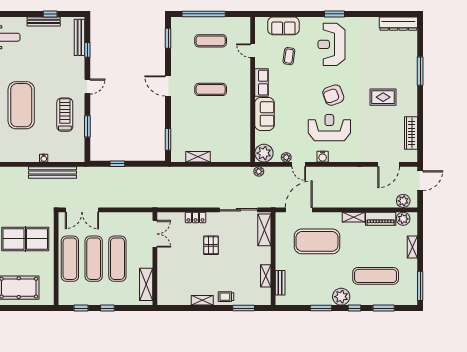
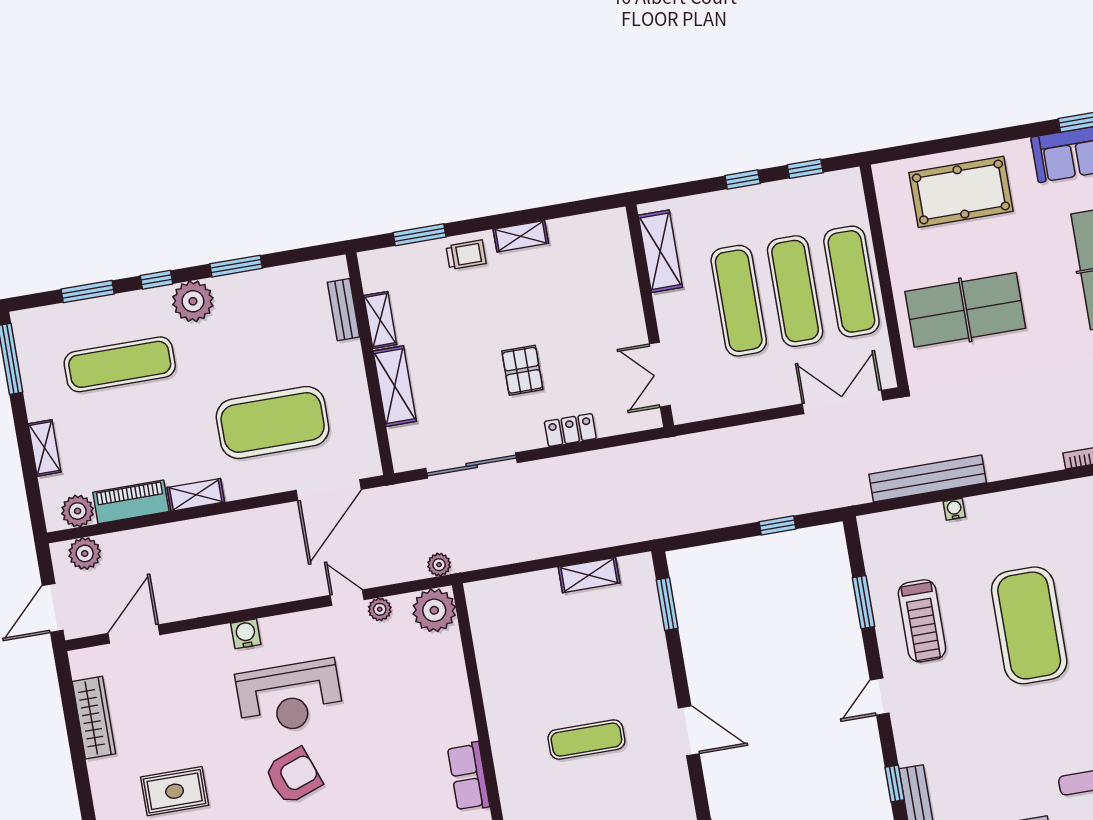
sofa: (265, 114) -> (449, 703), removed
water cooler: (323, 157) -> (246, 634), moved
shelving: (264, 230) -> (395, 386), moved

